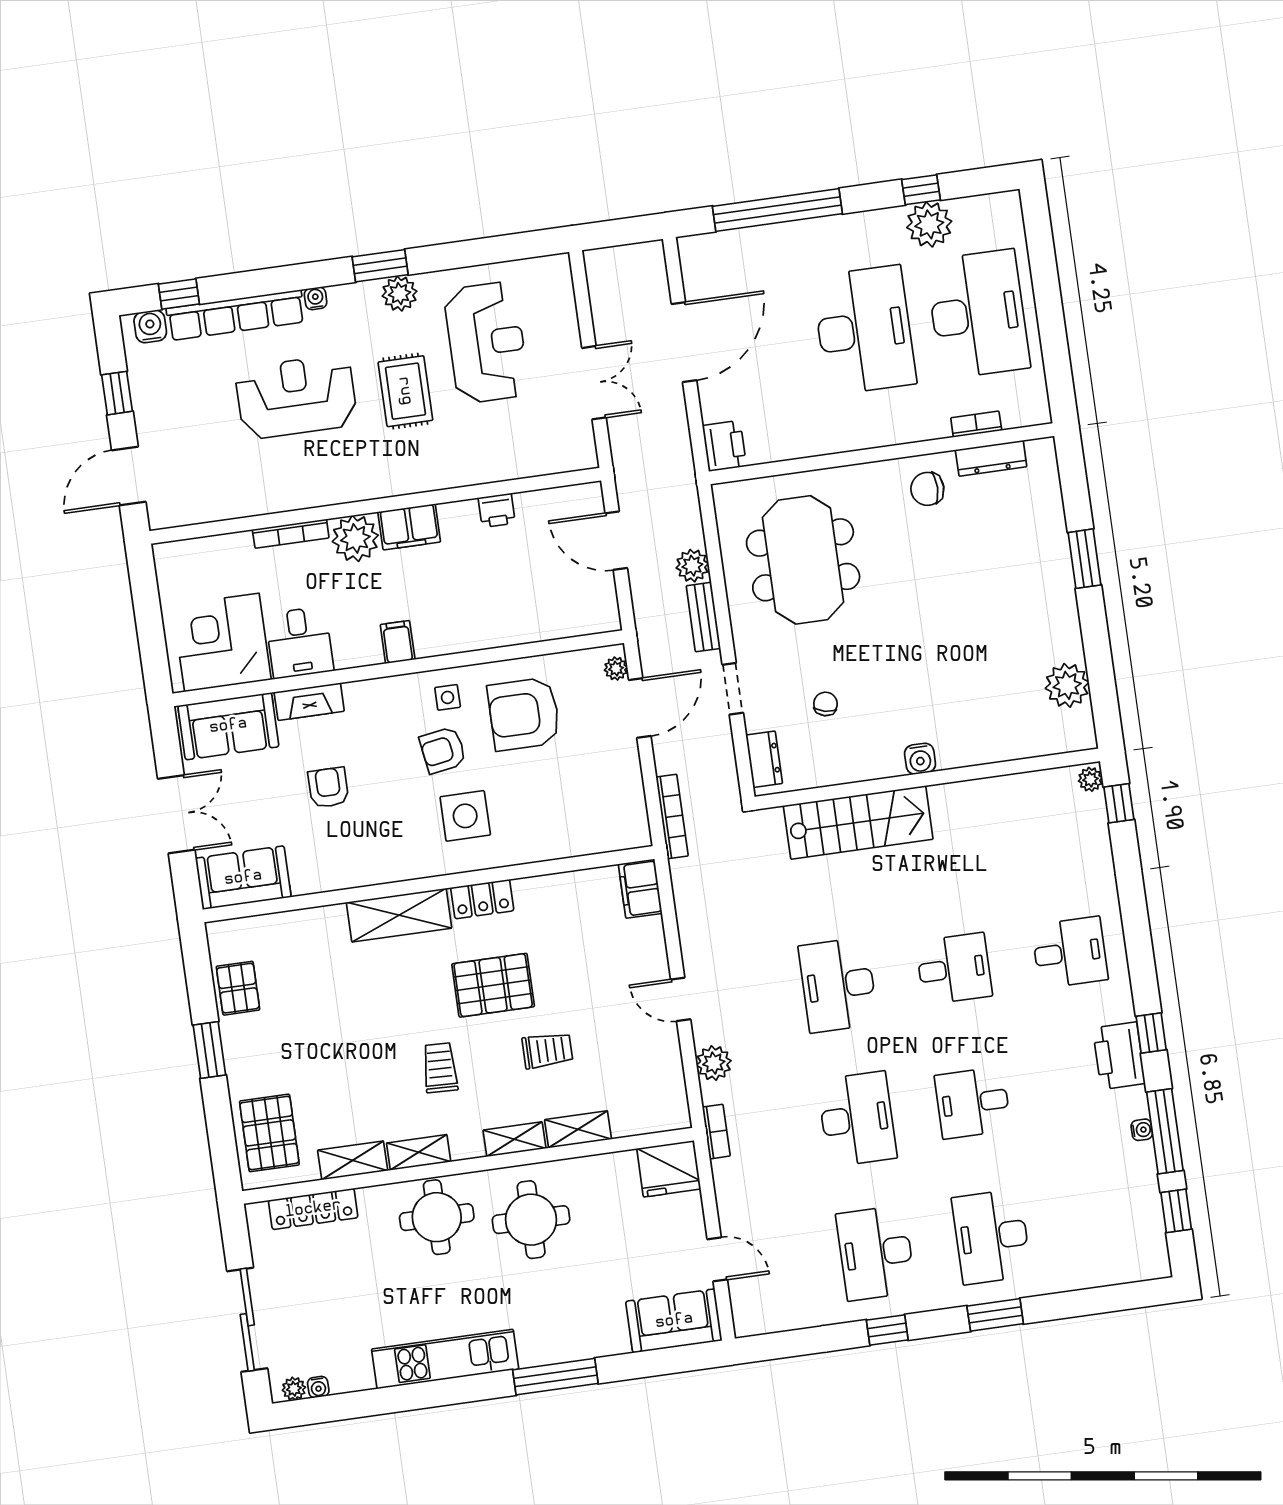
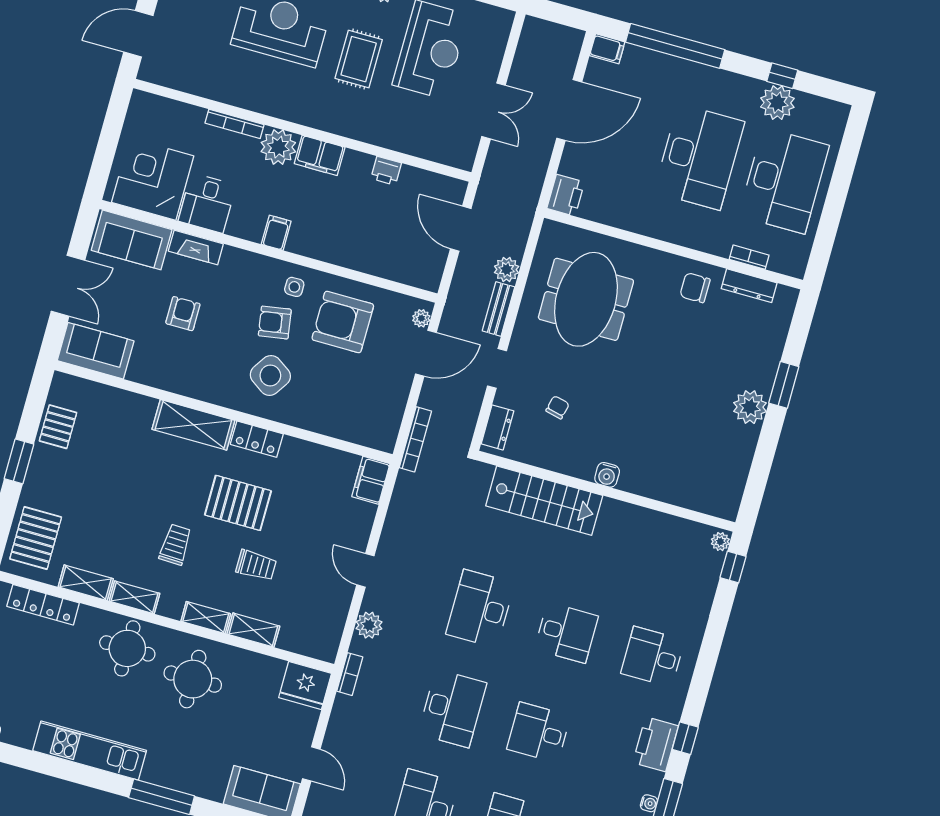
filing cabinet: (697, 249) -> (607, 49), added
plant: (1067, 685) -> (750, 407), moved
side table: (465, 816) -> (270, 375), turned 34
desk: (1070, 952) -> (653, 657), turned 180

